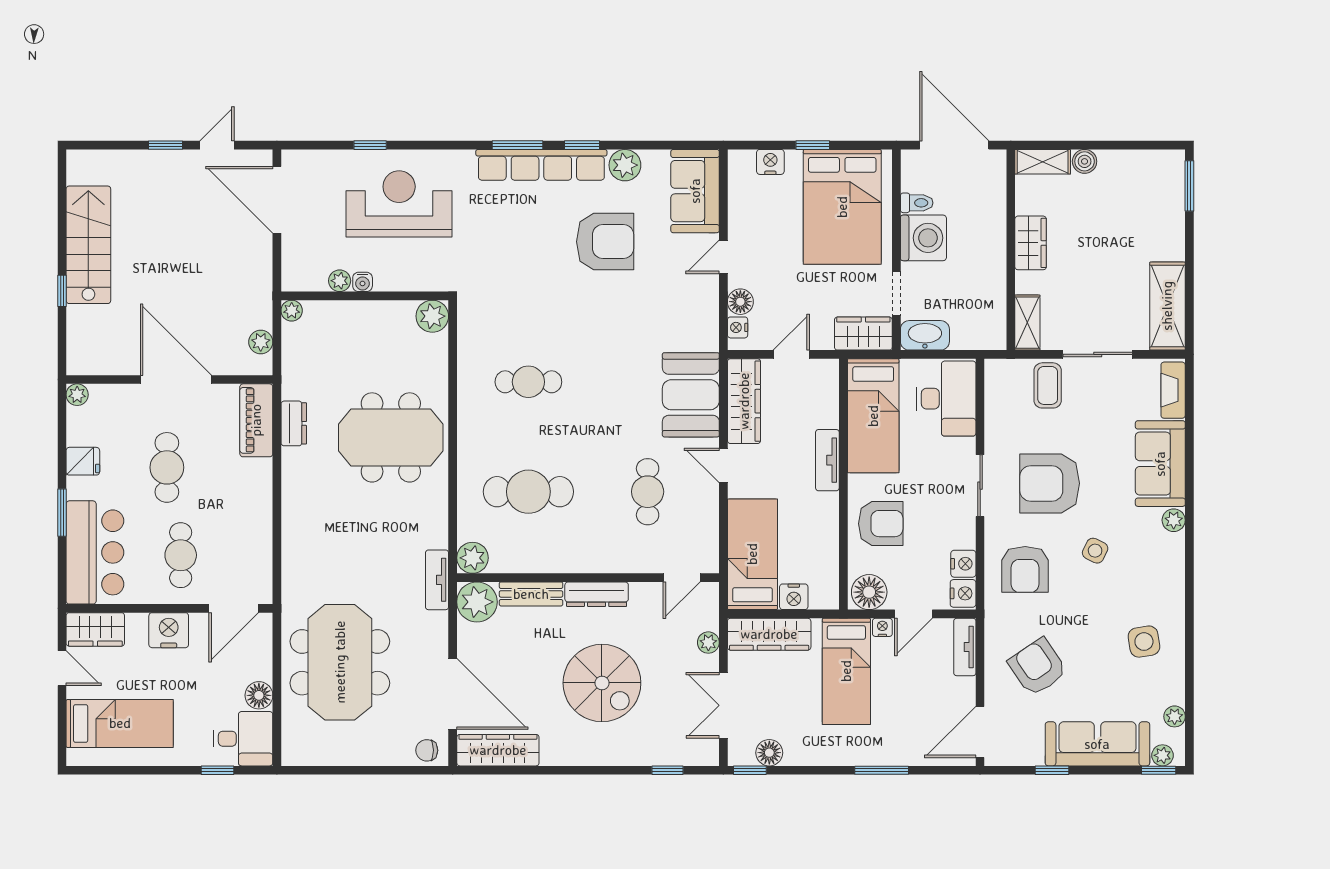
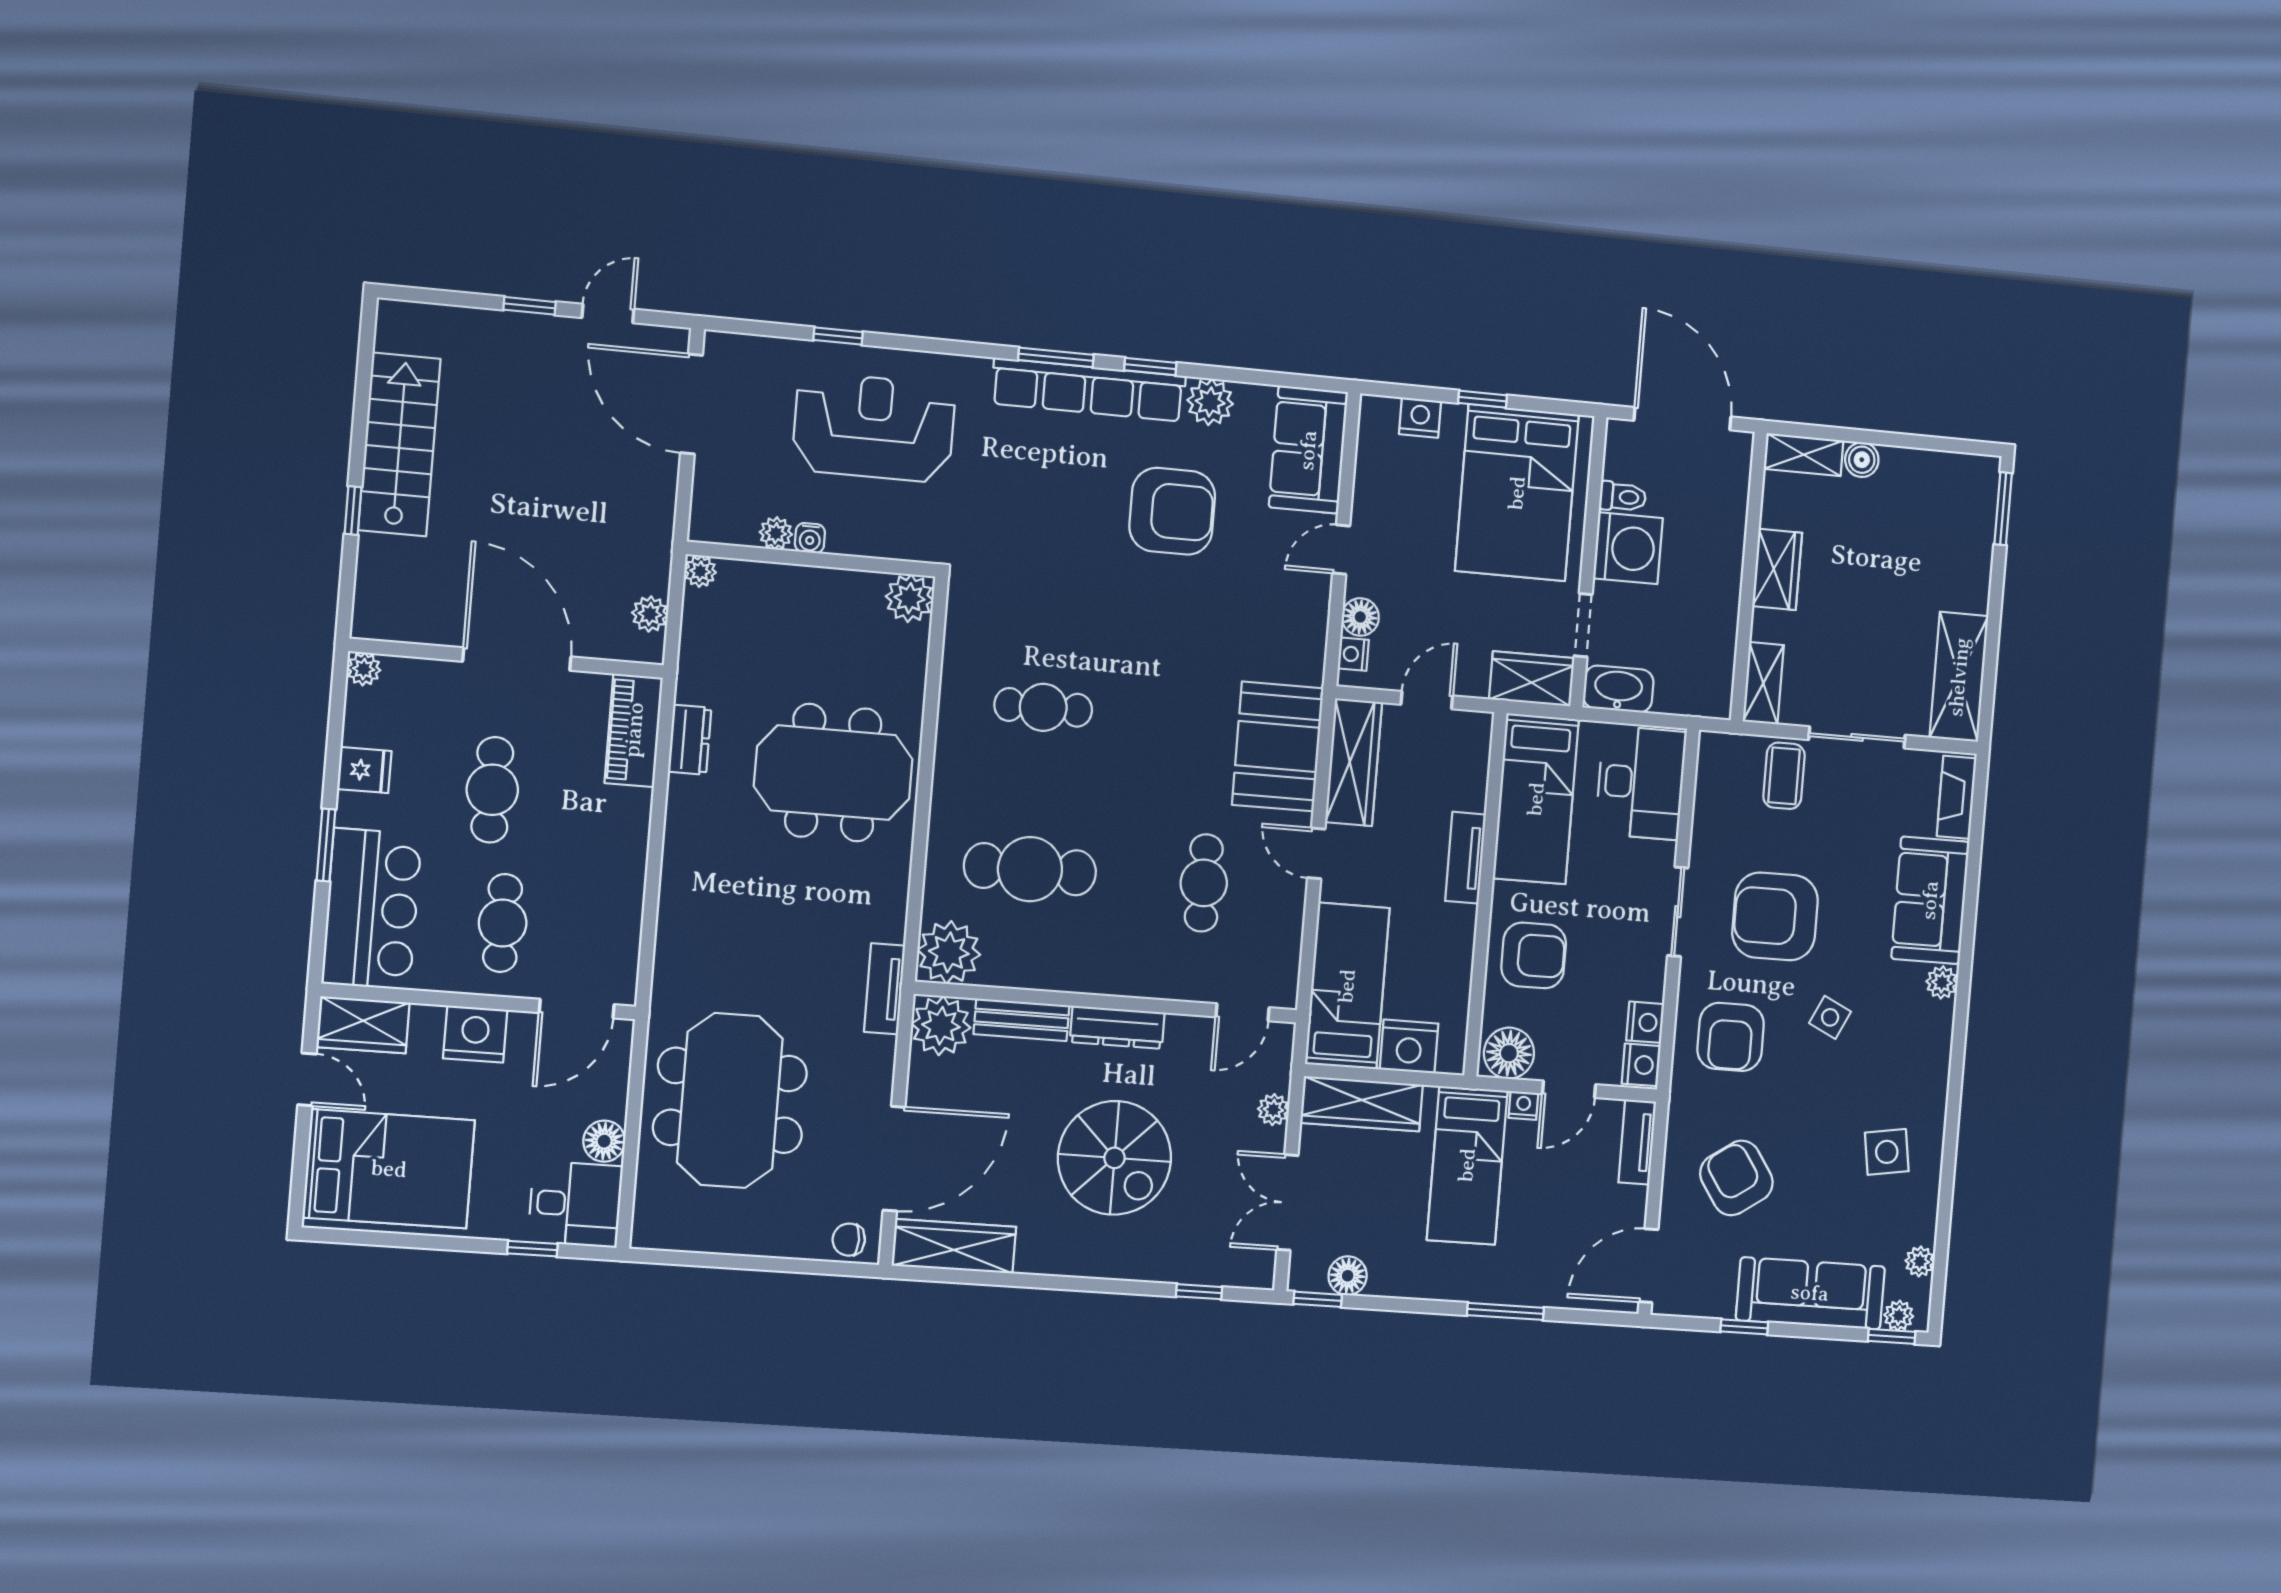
plant: (473, 558) -> (949, 952), width x1.36, depth x1.36
nightstand: (794, 597) -> (1409, 1046), width x1.36, depth x1.33
door: (453, 694) -> (894, 1159), hinge flipped
bed: (120, 723) -> (389, 1169), width x1.50

